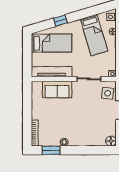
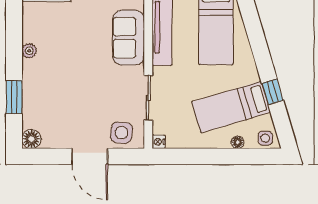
window: (60, 21) -> (273, 92), moved
window: (51, 150) -> (14, 97), moved

